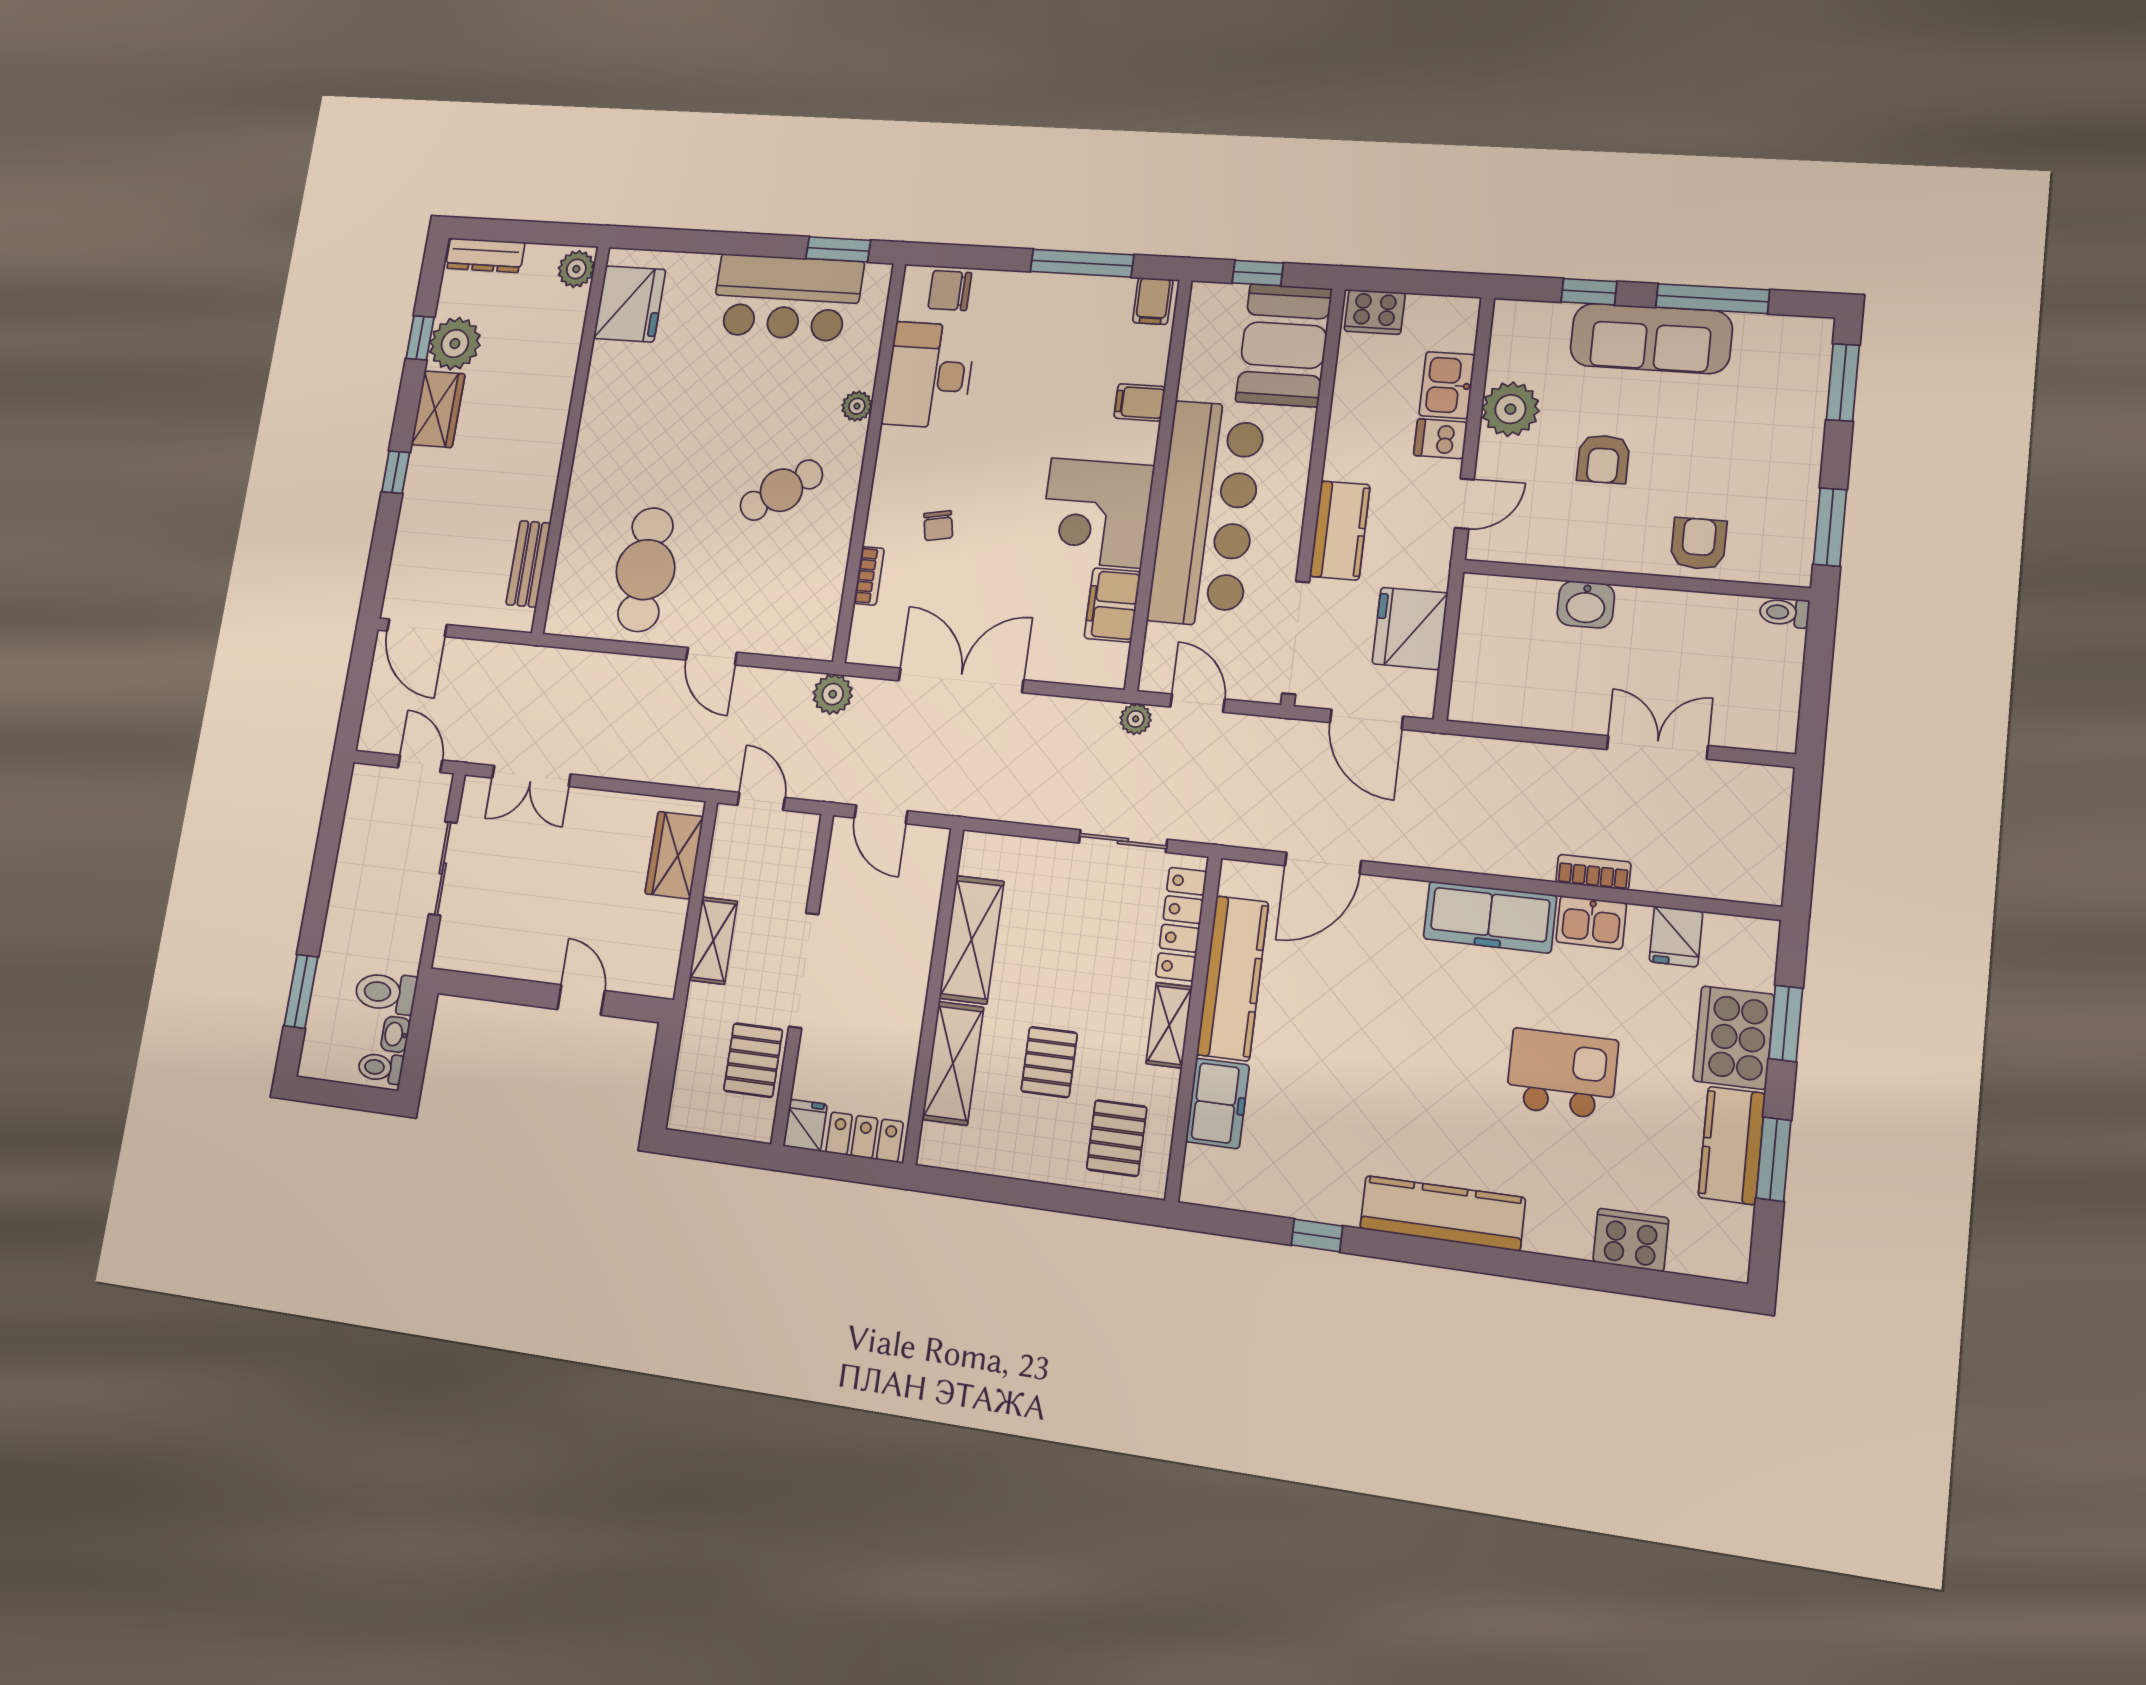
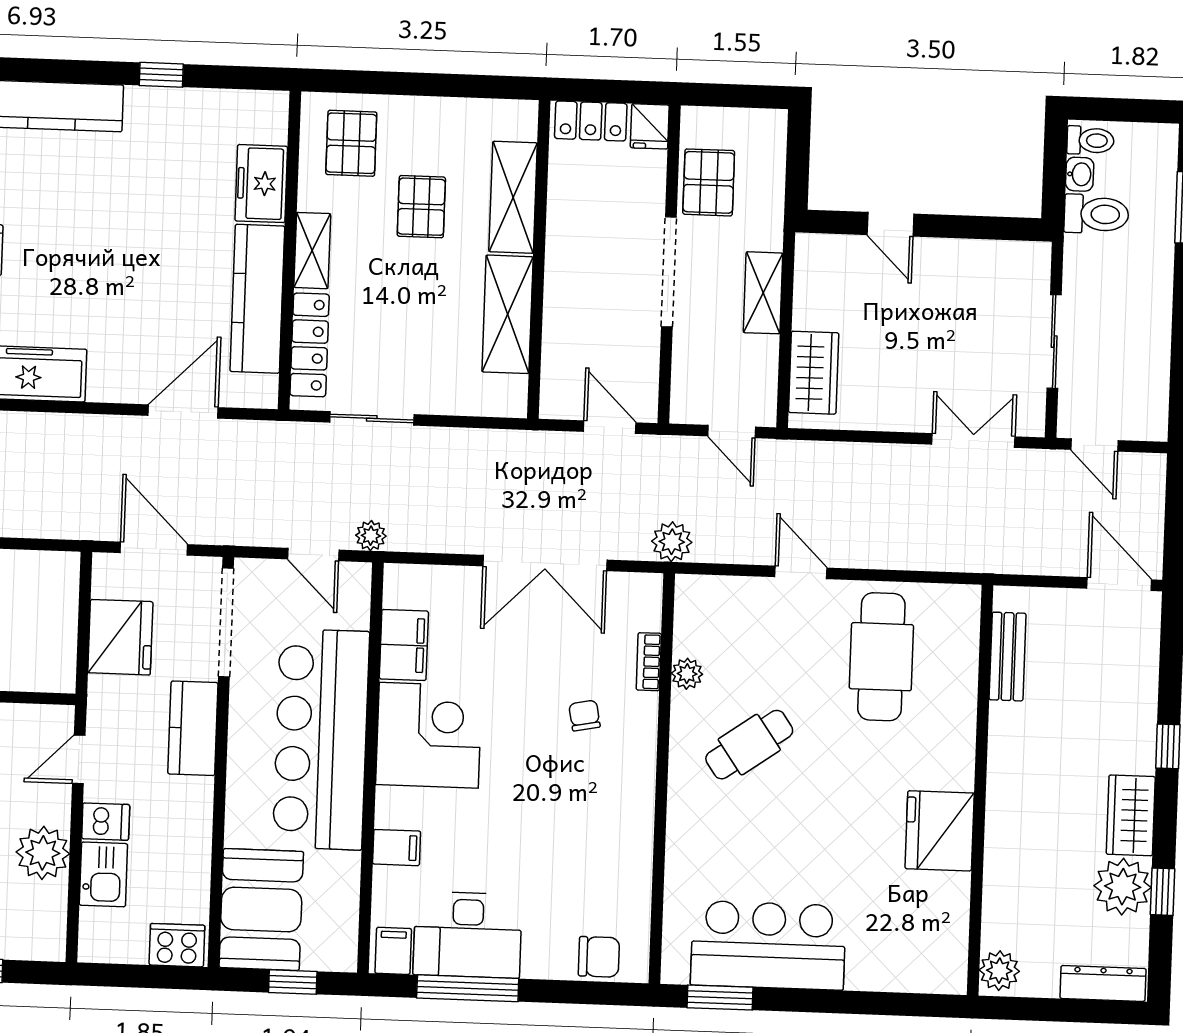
fridge: (630, 304) -> (940, 831), moved
desk: (929, 375) -> (468, 935), moved, turned 90
plant: (857, 406) -> (687, 674), moved

